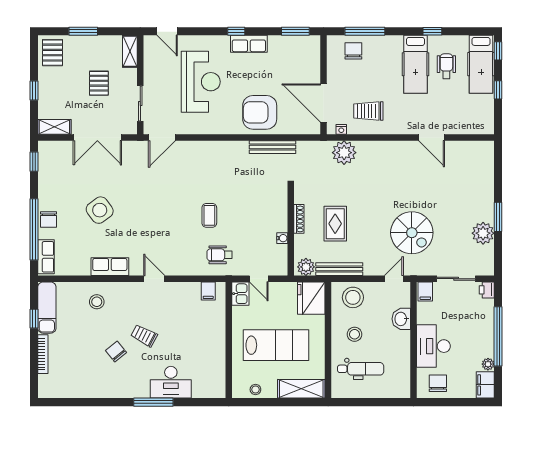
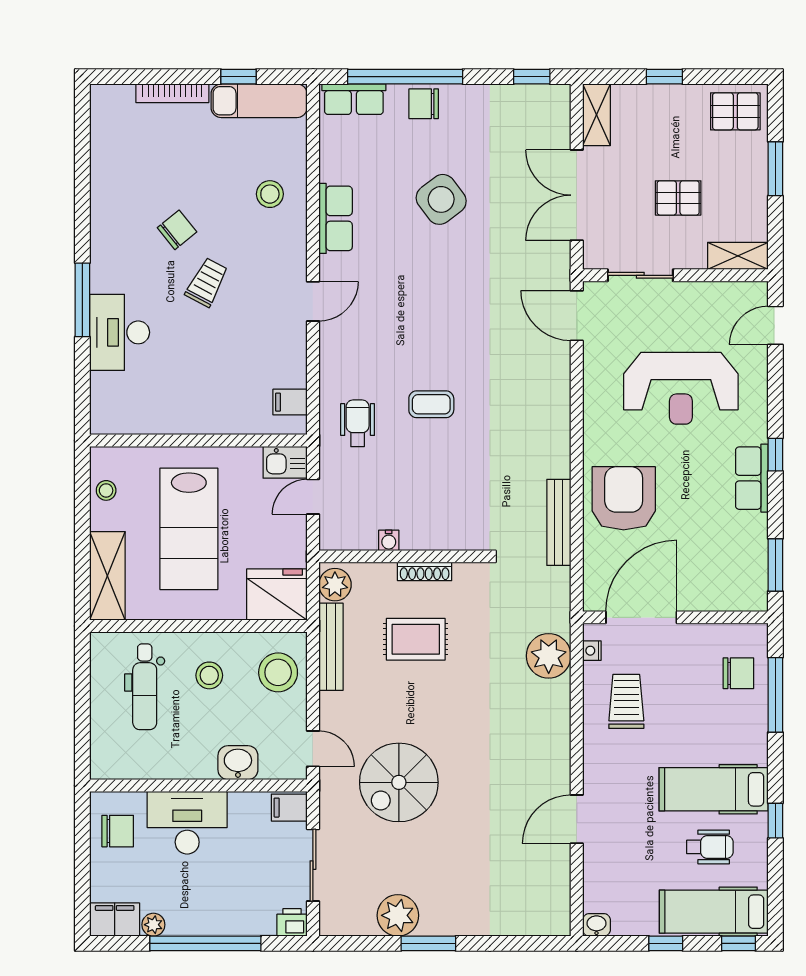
washbasin: (488, 127) -> (596, 925), added

